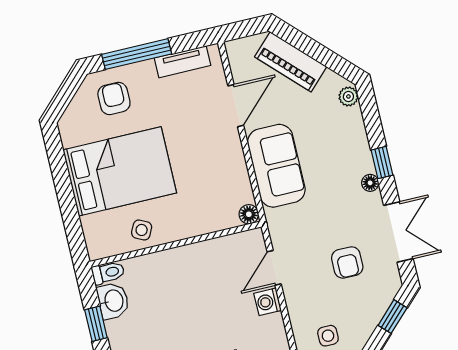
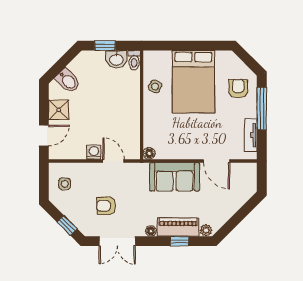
piano: (291, 62) -> (178, 227), moved, turned 45
armchair: (114, 98) -> (238, 89), turned -90
window: (382, 163) -> (180, 241), moved

